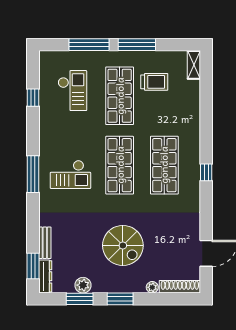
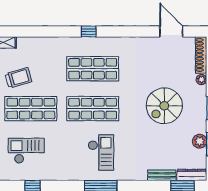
trolley: (154, 82) -> (18, 78), turned 74
window: (206, 172) -> (89, 31), moved
spiral stairs: (123, 245) -> (164, 106), turned 180

